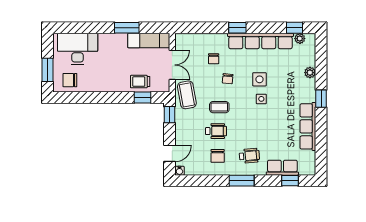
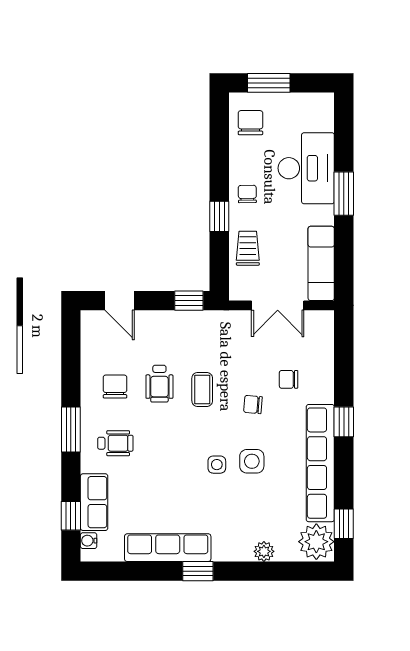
window: (127, 28) -> (344, 194), moved
plant: (300, 39) -> (316, 542), width x1.88, depth x1.88
desk: (78, 49) -> (306, 168), moved
chair: (110, 82) -> (247, 194), added
coffee table: (187, 95) -> (224, 332), removed
window: (142, 98) -> (219, 216), moved
window: (321, 99) -> (198, 571), moved
chair: (218, 156) -> (115, 387), turned 90
wheelchair: (249, 156) -> (115, 443), turned -85
water cooler: (179, 171) -> (89, 541), moved

